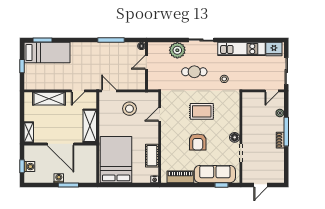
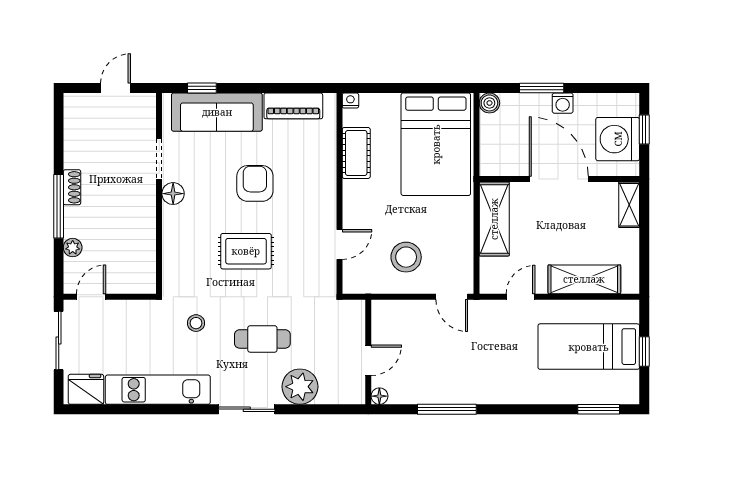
bed: (47, 53) -> (589, 347), moved
washing machine: (29, 167) -> (618, 139), width x1.89, depth x1.89
boiler: (92, 178) -> (489, 103), added

